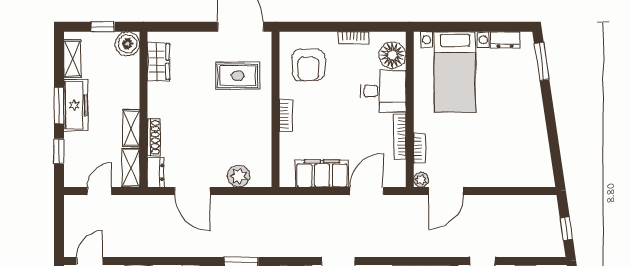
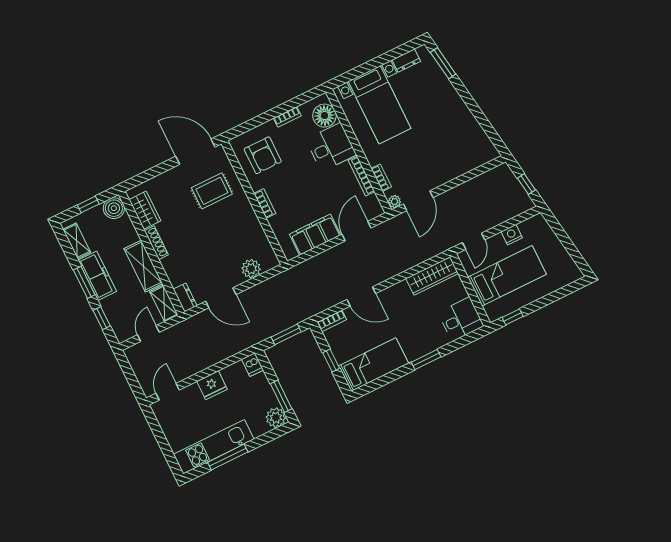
shelving: (131, 128) -> (143, 266), width x1.50, depth x1.33
shoe rack: (154, 137) -> (156, 243), moved

